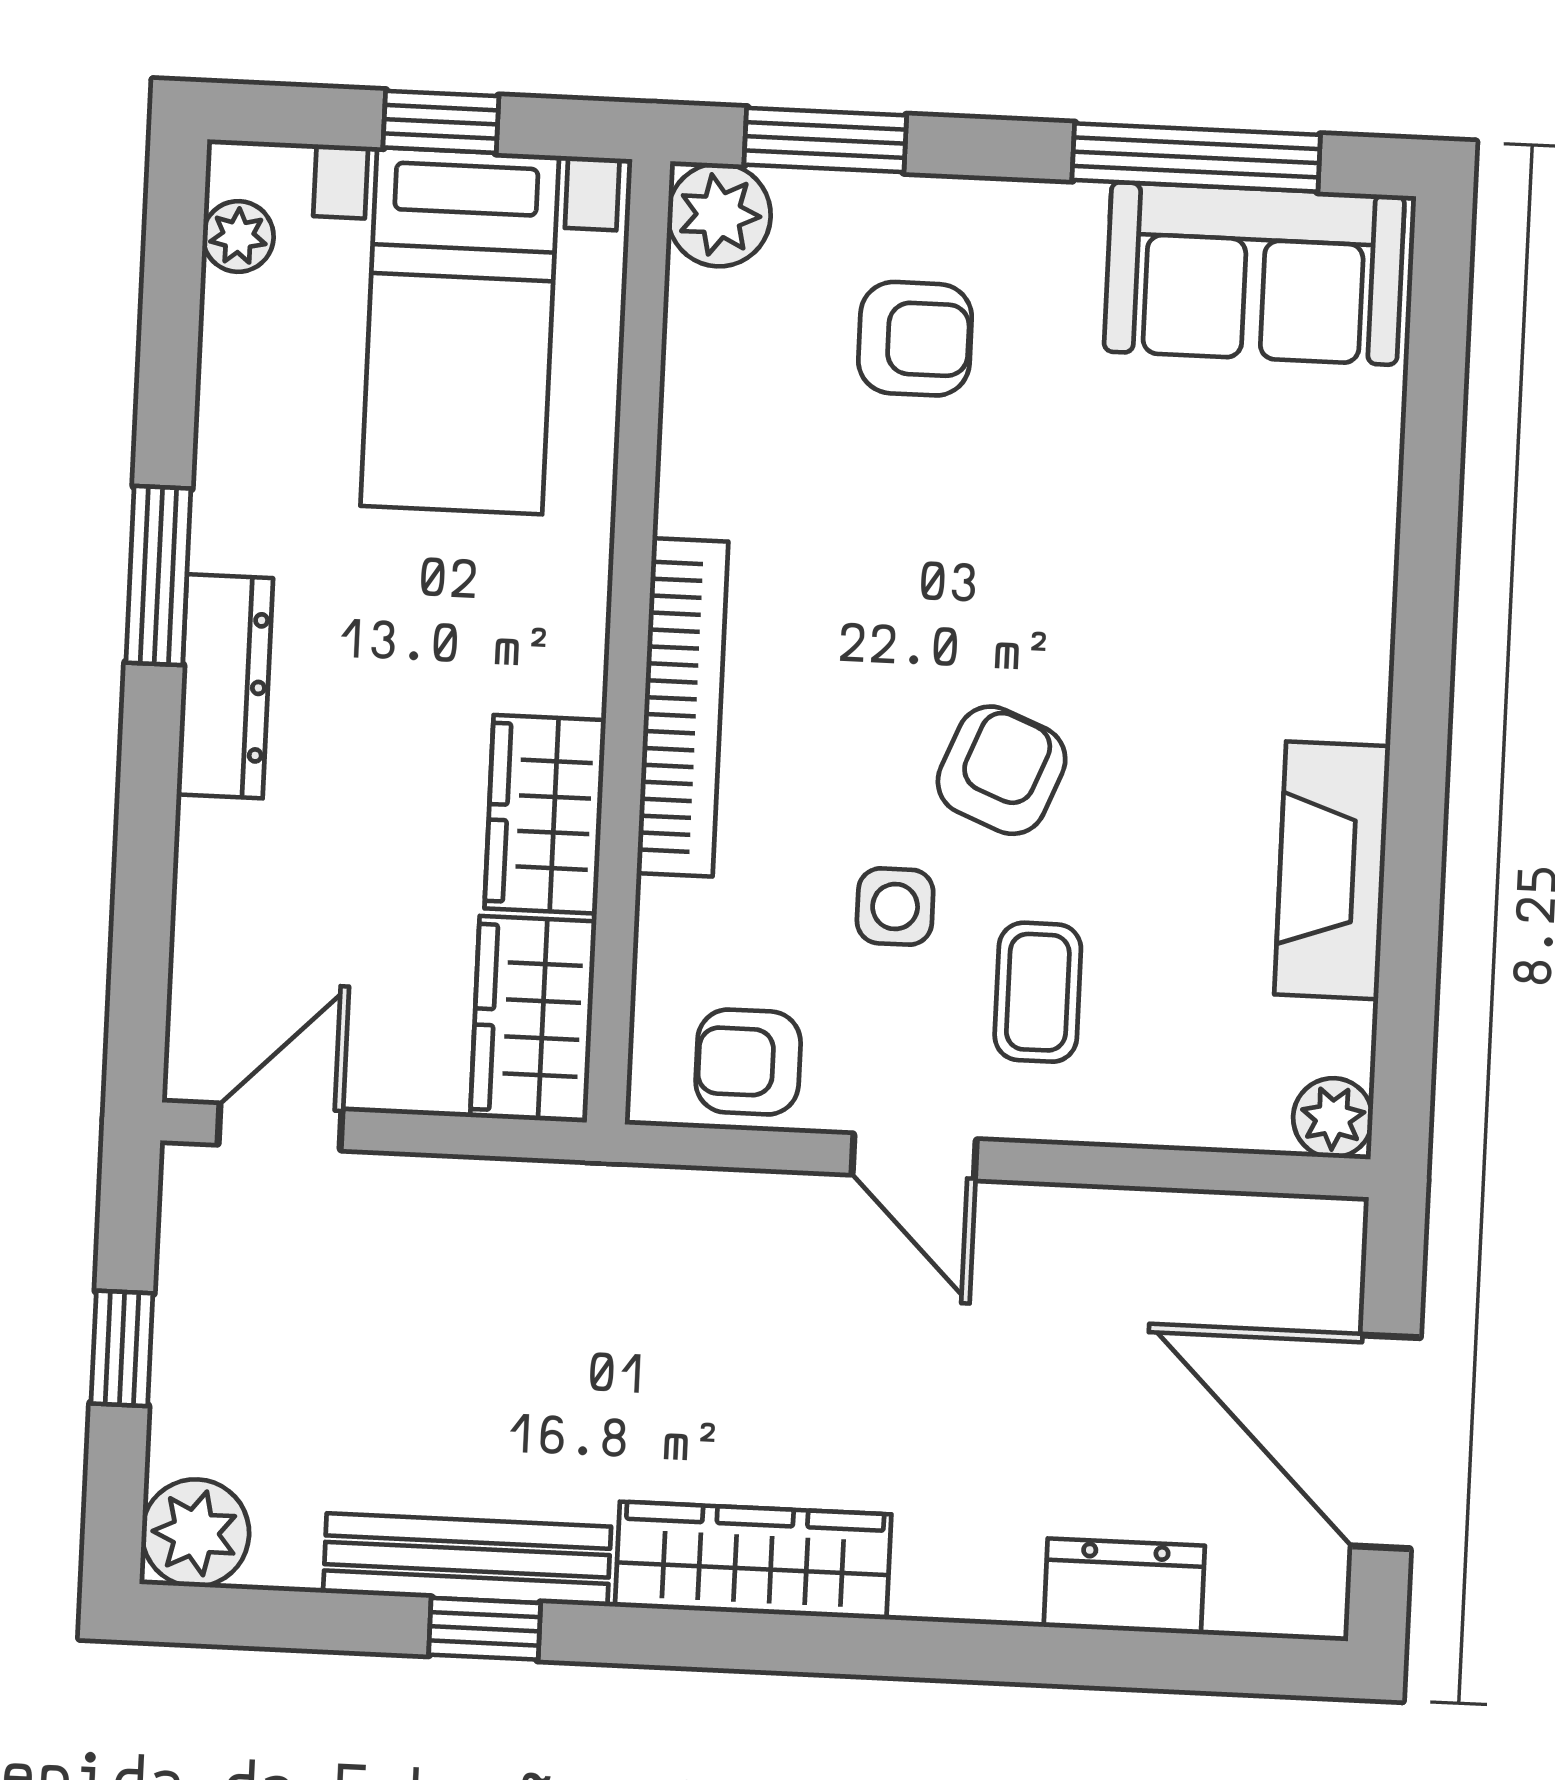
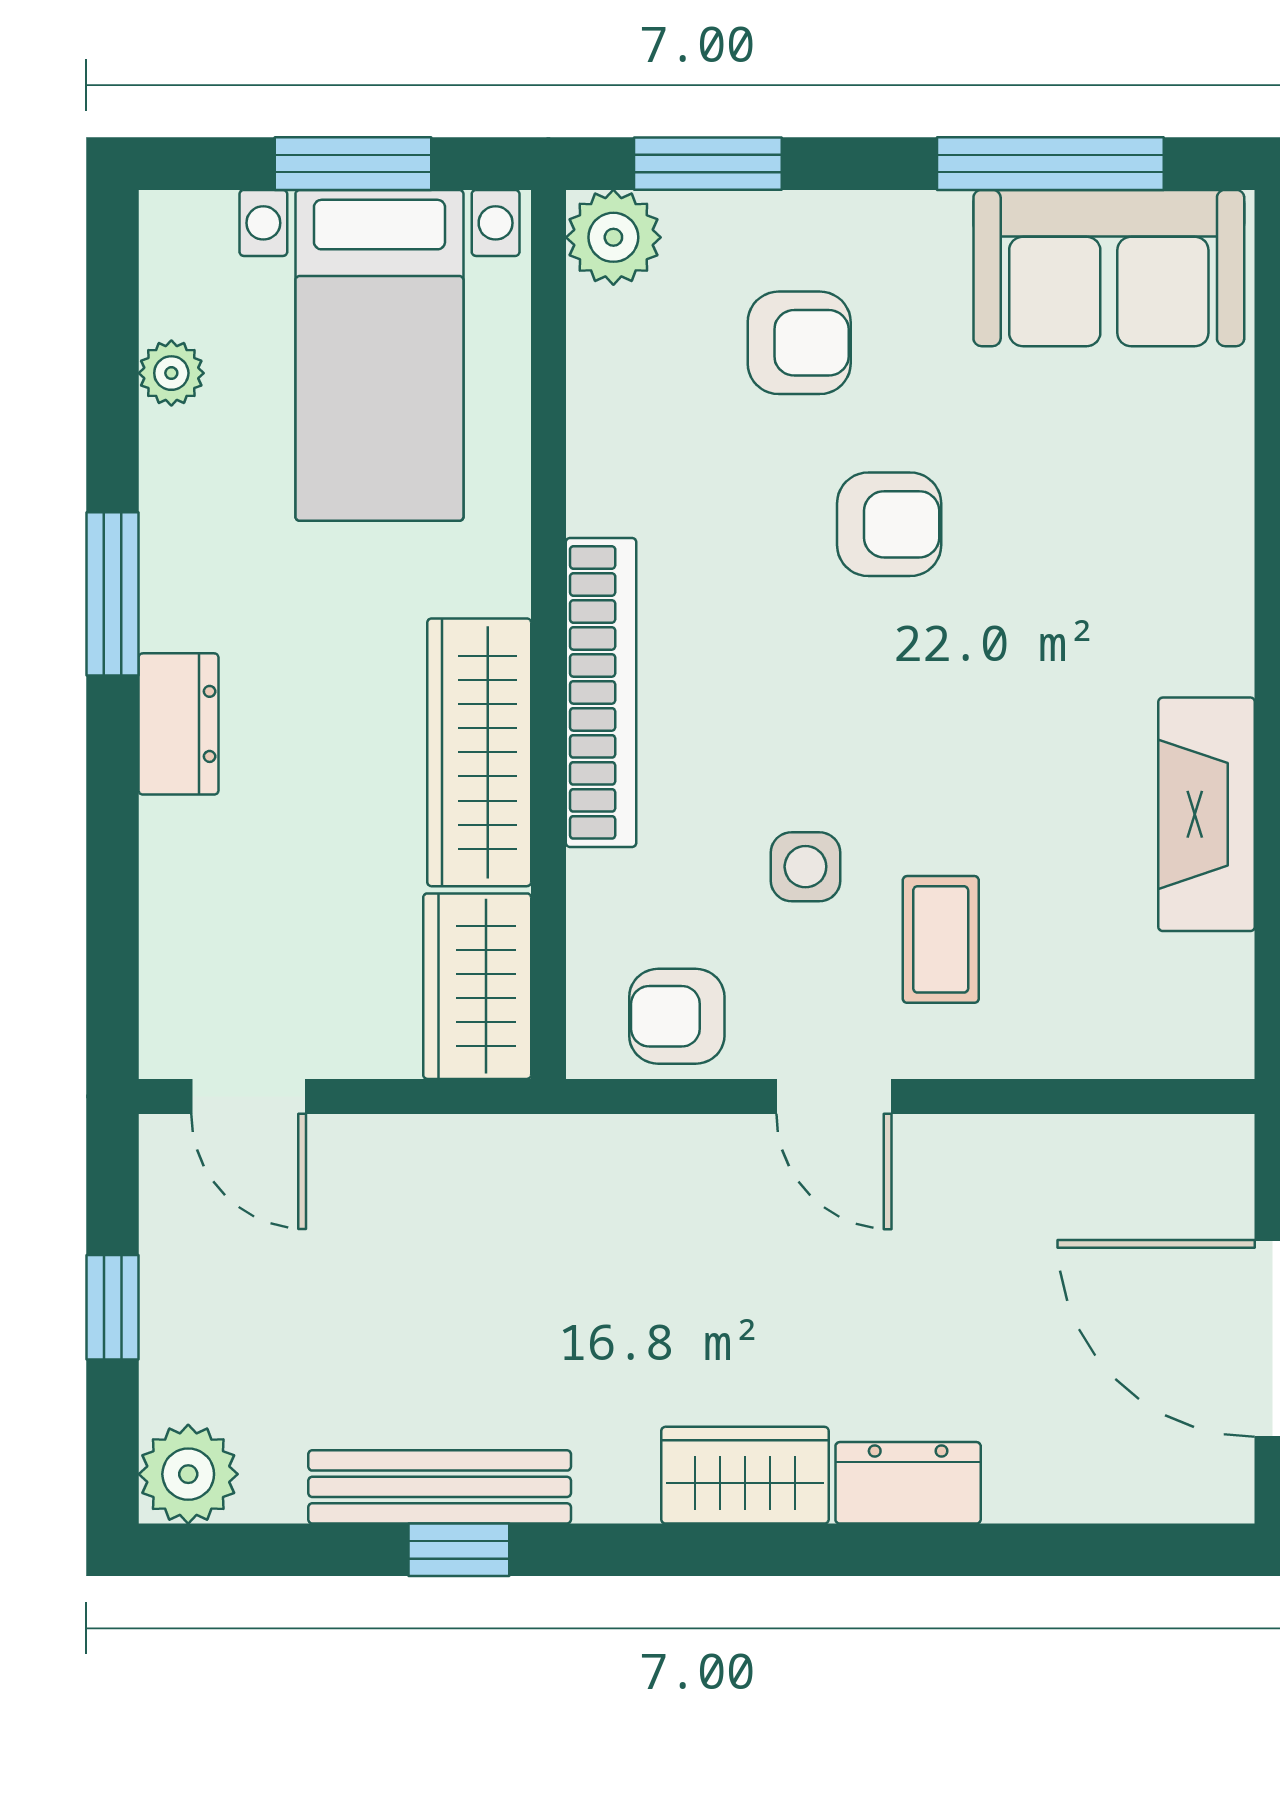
window: (441, 122) -> (353, 164), width x1.50
plant: (238, 236) -> (171, 373), moved
dresser: (225, 686) -> (178, 724), width x0.70
armchair: (1002, 770) -> (889, 524), moved, turned 68
wardrobe: (545, 814) -> (479, 752), width x1.50
plant: (1333, 1118) -> (1218, 1042), removed
door: (280, 1127) -> (249, 1096), swing flipped
wardrobe: (753, 1560) -> (745, 1475), width x0.67
dresser: (1124, 1586) -> (908, 1483), moved

